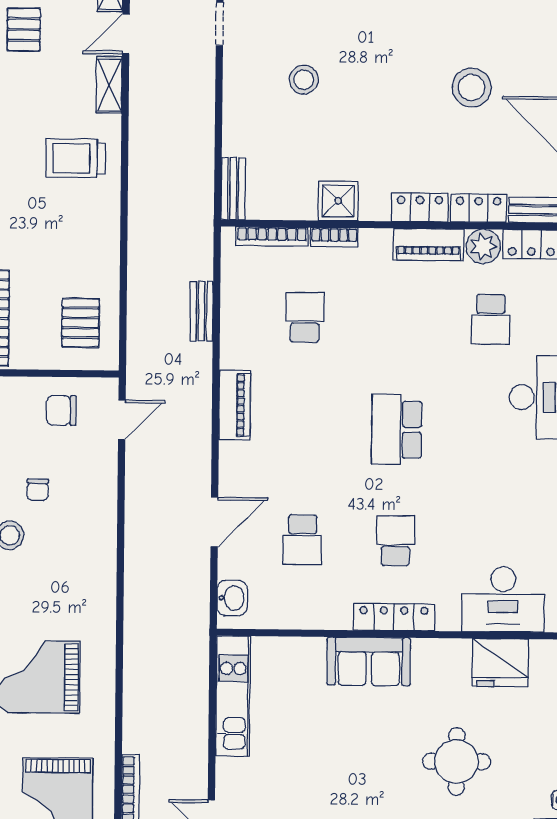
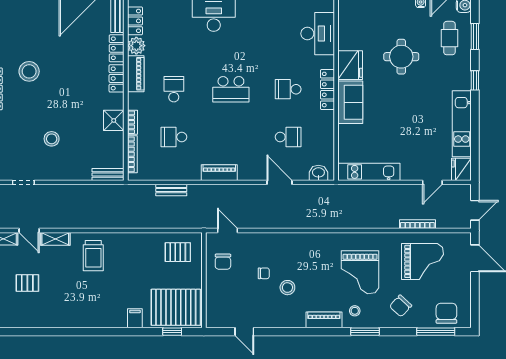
stool: (472, 87) -> (29, 71), moved
school desk: (491, 319) -> (174, 89), moved, turned -90
fridge: (500, 663) -> (350, 65), moved

